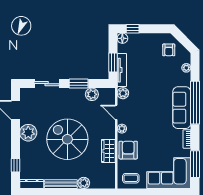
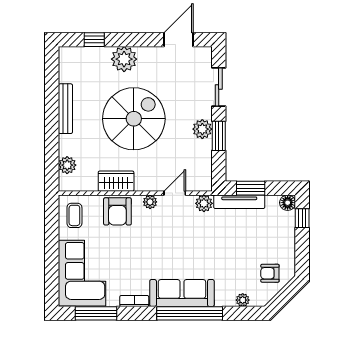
plant: (92, 94) -> (202, 129), moved
plant: (28, 133) -> (124, 59), moved
armchair: (128, 150) -> (117, 211), turned 90
plant: (84, 183) -> (67, 165), moved
dresser: (32, 184) -> (66, 64), removed

